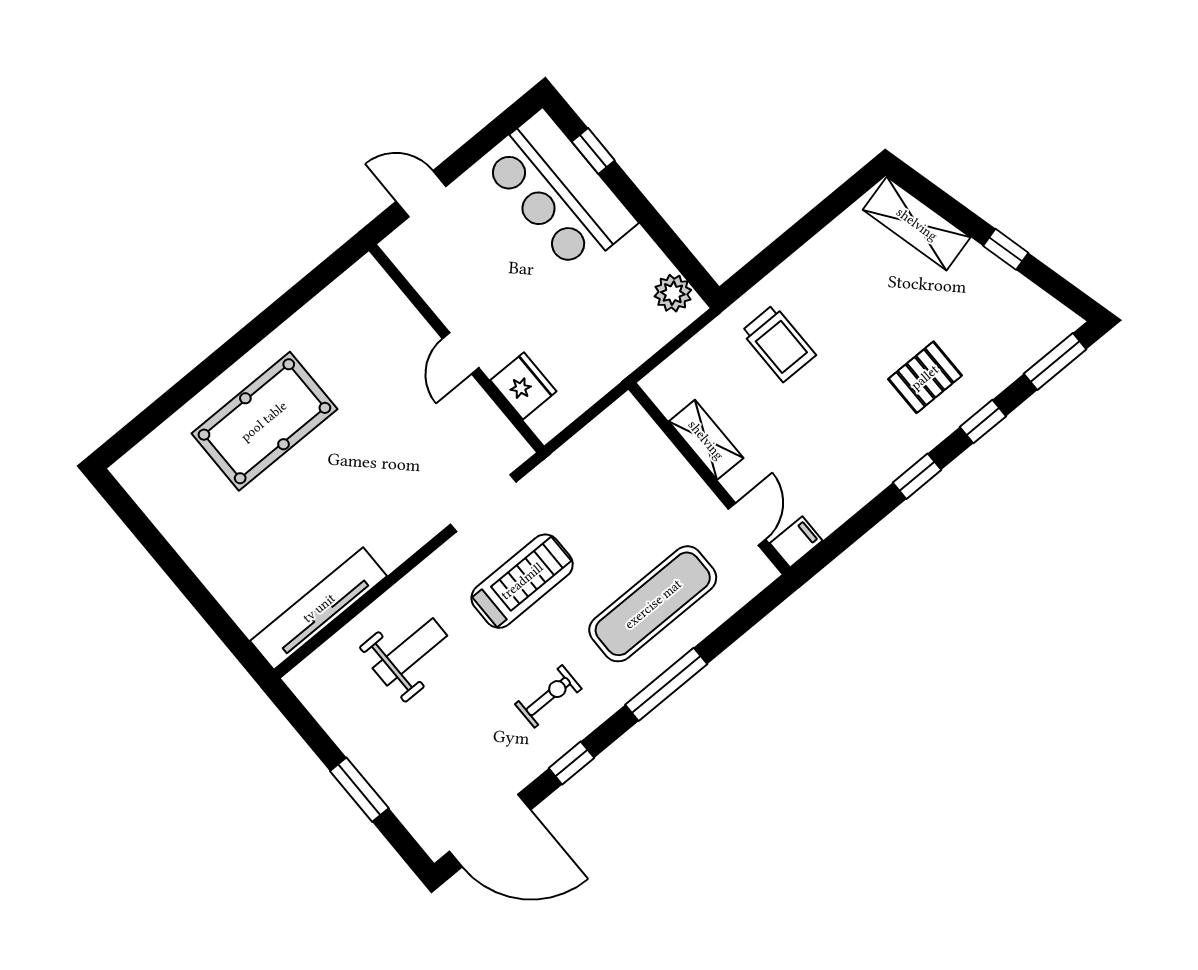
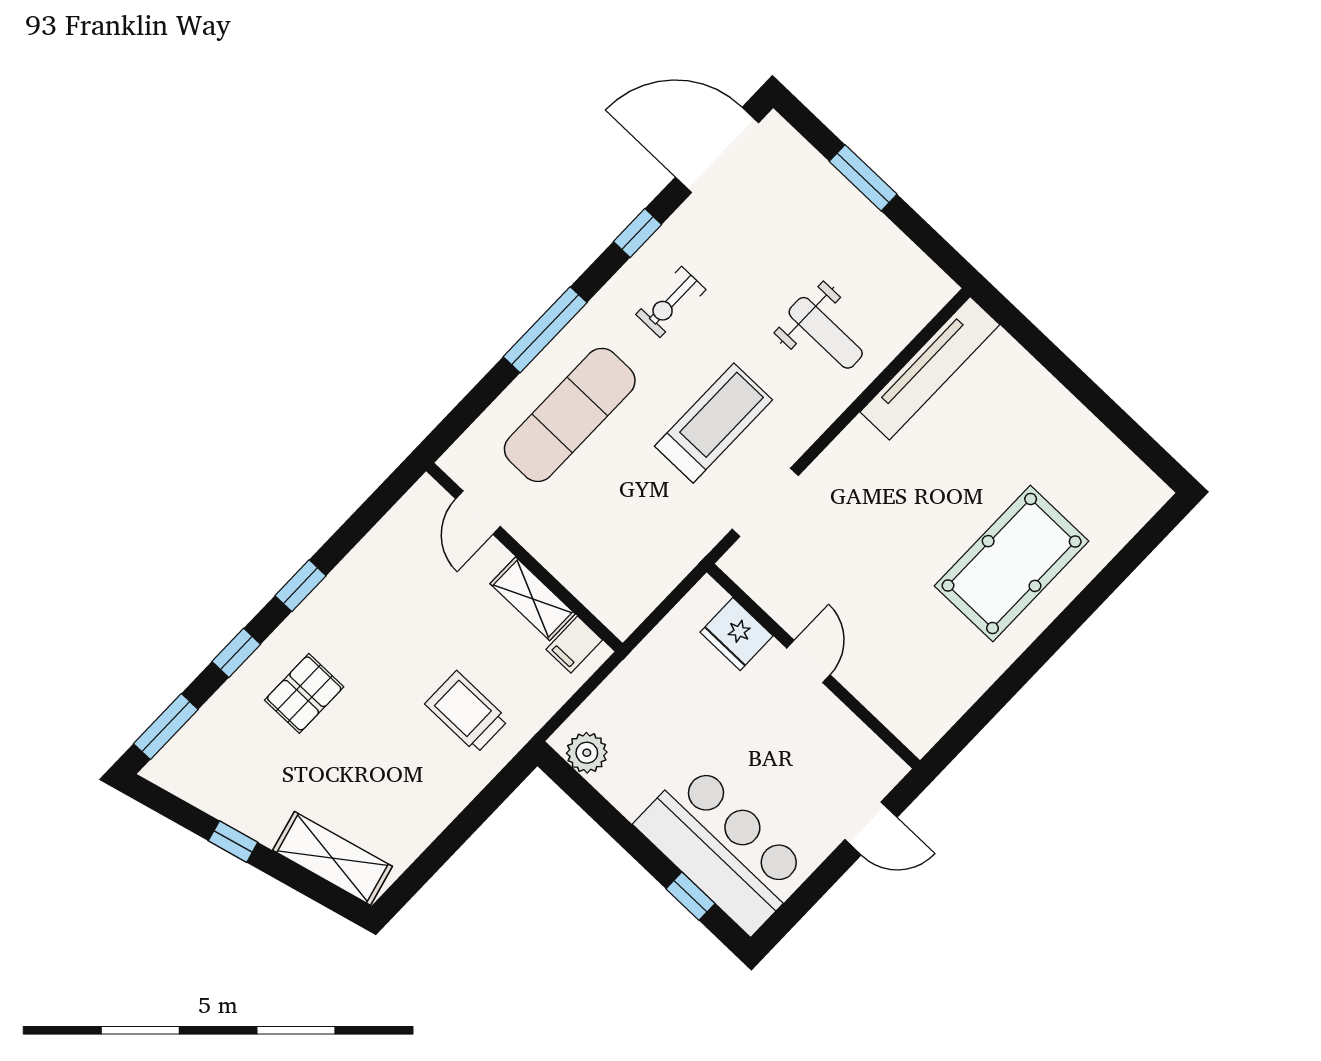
filing cabinet: (796, 542) -> (574, 645), moved
treadmill: (522, 581) -> (714, 423), turned 180
weight bench: (410, 652) -> (826, 333), turned -90

